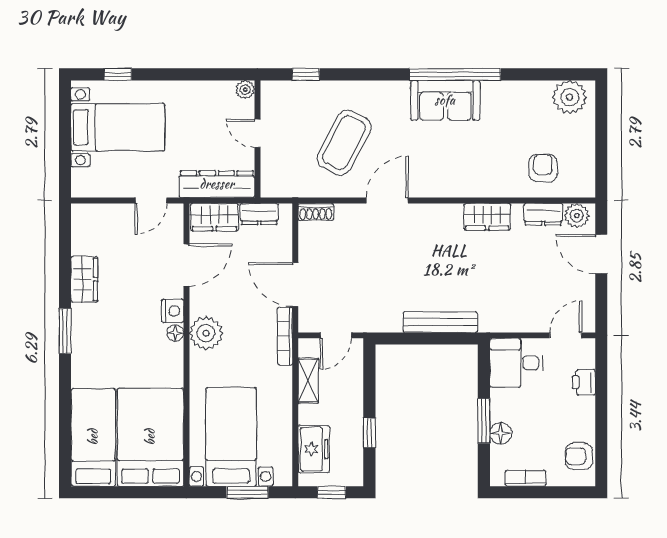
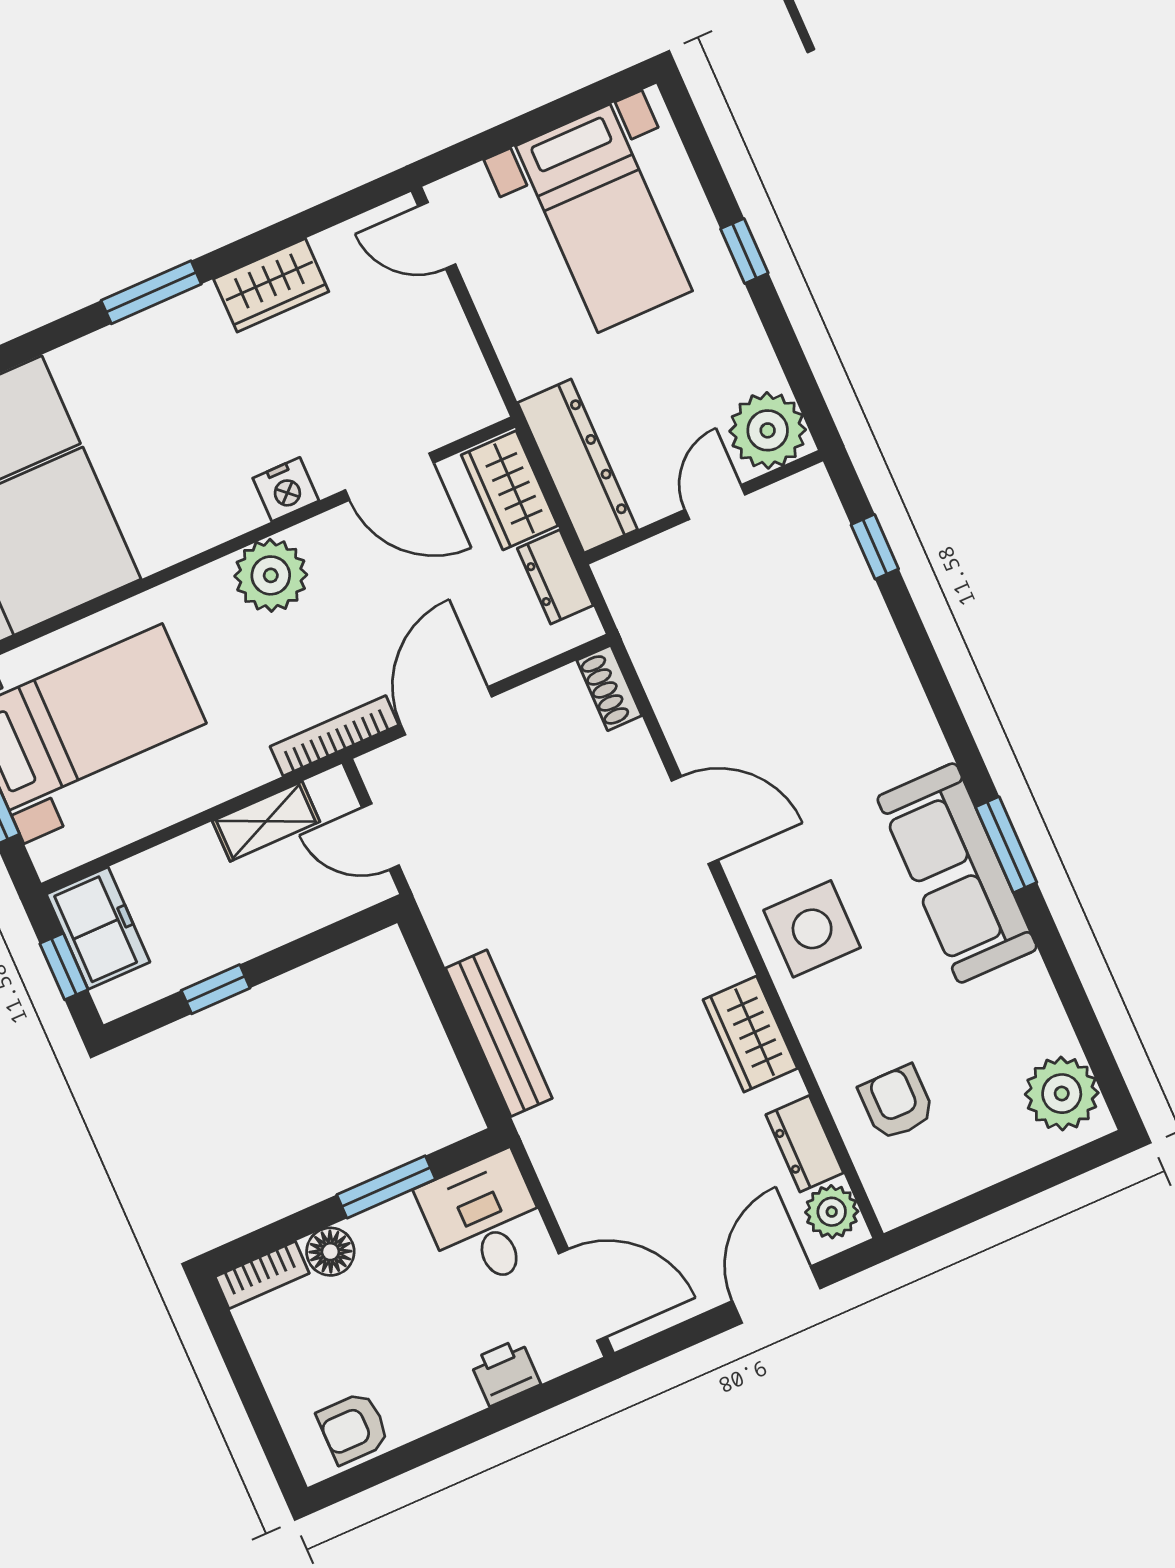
window: (118, 74) -> (744, 251), moved
window: (455, 74) -> (1006, 845), width x0.47
plant: (245, 90) -> (768, 430), width x1.88, depth x1.88
sofa: (445, 100) -> (957, 873), width x1.36
coffee table: (344, 143) -> (772, 683), removed
armchair: (543, 168) -> (897, 1103), turned -90
side table: (454, 171) -> (812, 929), added
door: (151, 201) -> (437, 235), moved
floor lamp: (175, 333) -> (244, 514), removed
door: (566, 335) -> (583, 1295), width x1.38
window: (484, 421) -> (386, 1187), moved
freezer: (314, 449) -> (98, 928), moved, turned -90
armchair: (579, 456) -> (353, 1428), turned -90
bookcase: (526, 478) -> (262, 1275), moved, turned 90

